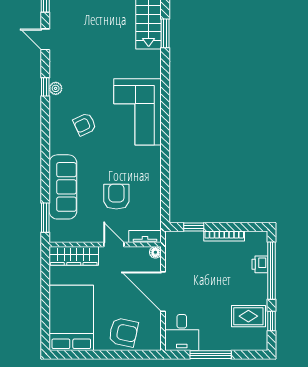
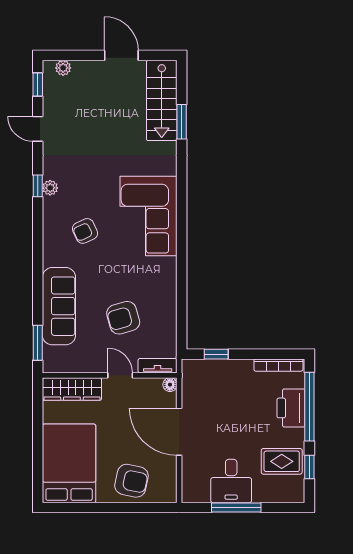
armchair: (116, 197) -> (123, 318), turned -106
bookcase: (224, 236) -> (278, 365), moved
printer: (260, 264) -> (291, 408), width x1.87, depth x1.48
desk: (182, 333) -> (231, 481), moved

